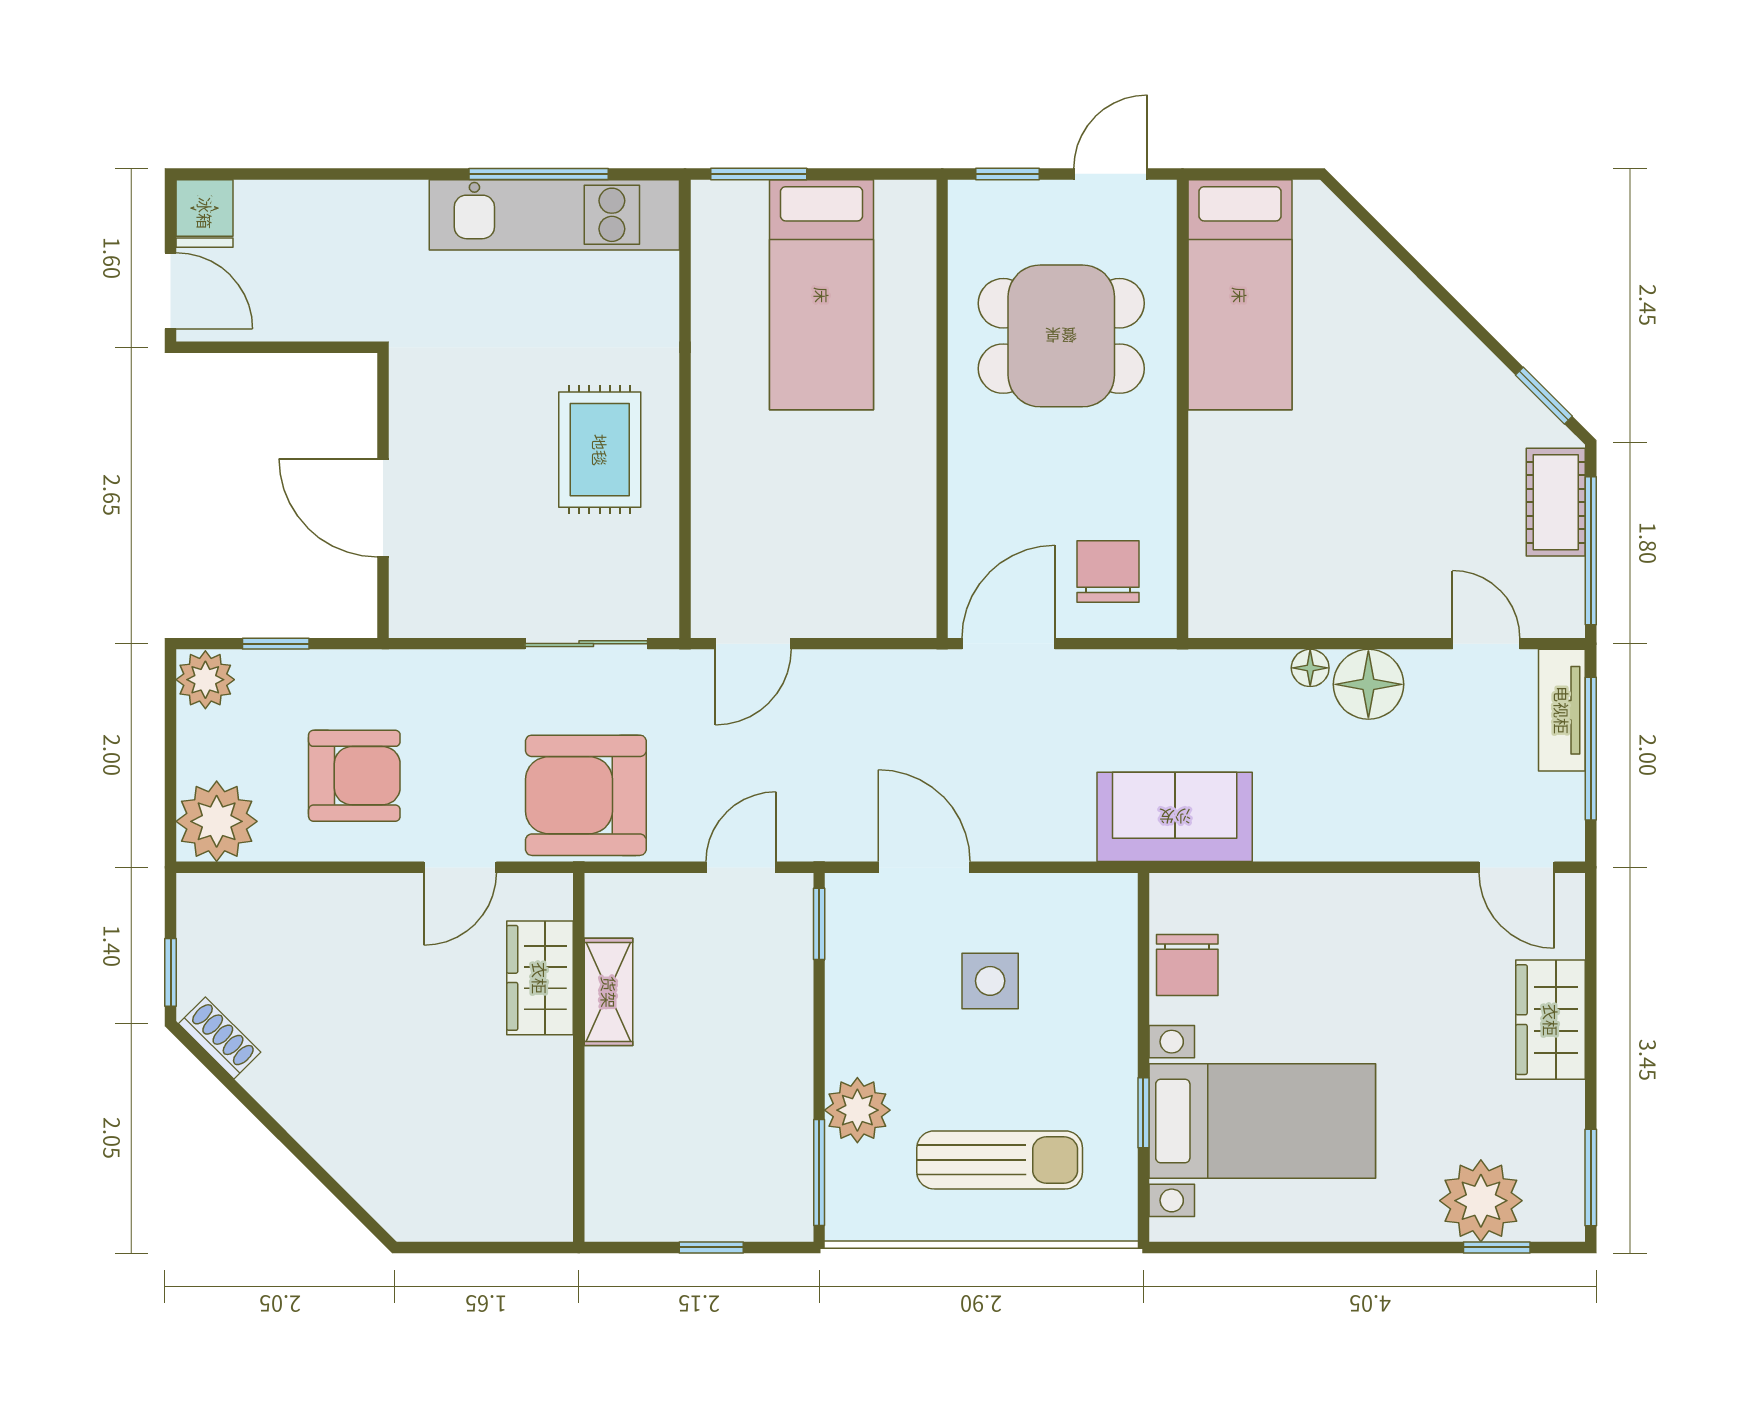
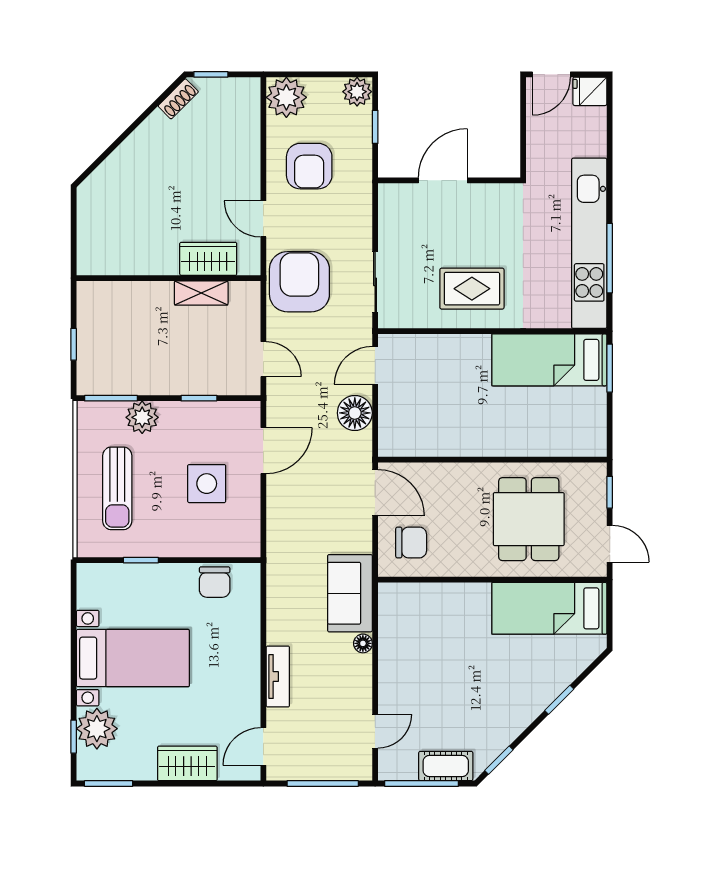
kitchen unit: (554, 215) -> (589, 243), width x1.36
window: (1423, 275) -> (559, 700), added
bed: (822, 295) -> (549, 360), moved
door: (753, 644) -> (375, 365), hinge flipped
floor lamp: (1368, 684) -> (355, 413), moved
tv unit: (1562, 710) -> (278, 677), moved, turned 90
sofa: (1175, 817) -> (350, 593), moved, turned 180
window: (819, 924) -> (199, 398), moved
chair: (1187, 965) -> (215, 582), turned -90
side table: (990, 981) -> (207, 484), width x1.37, depth x1.37
bed with nightstands: (1262, 1121) -> (133, 658), moved, turned -90

